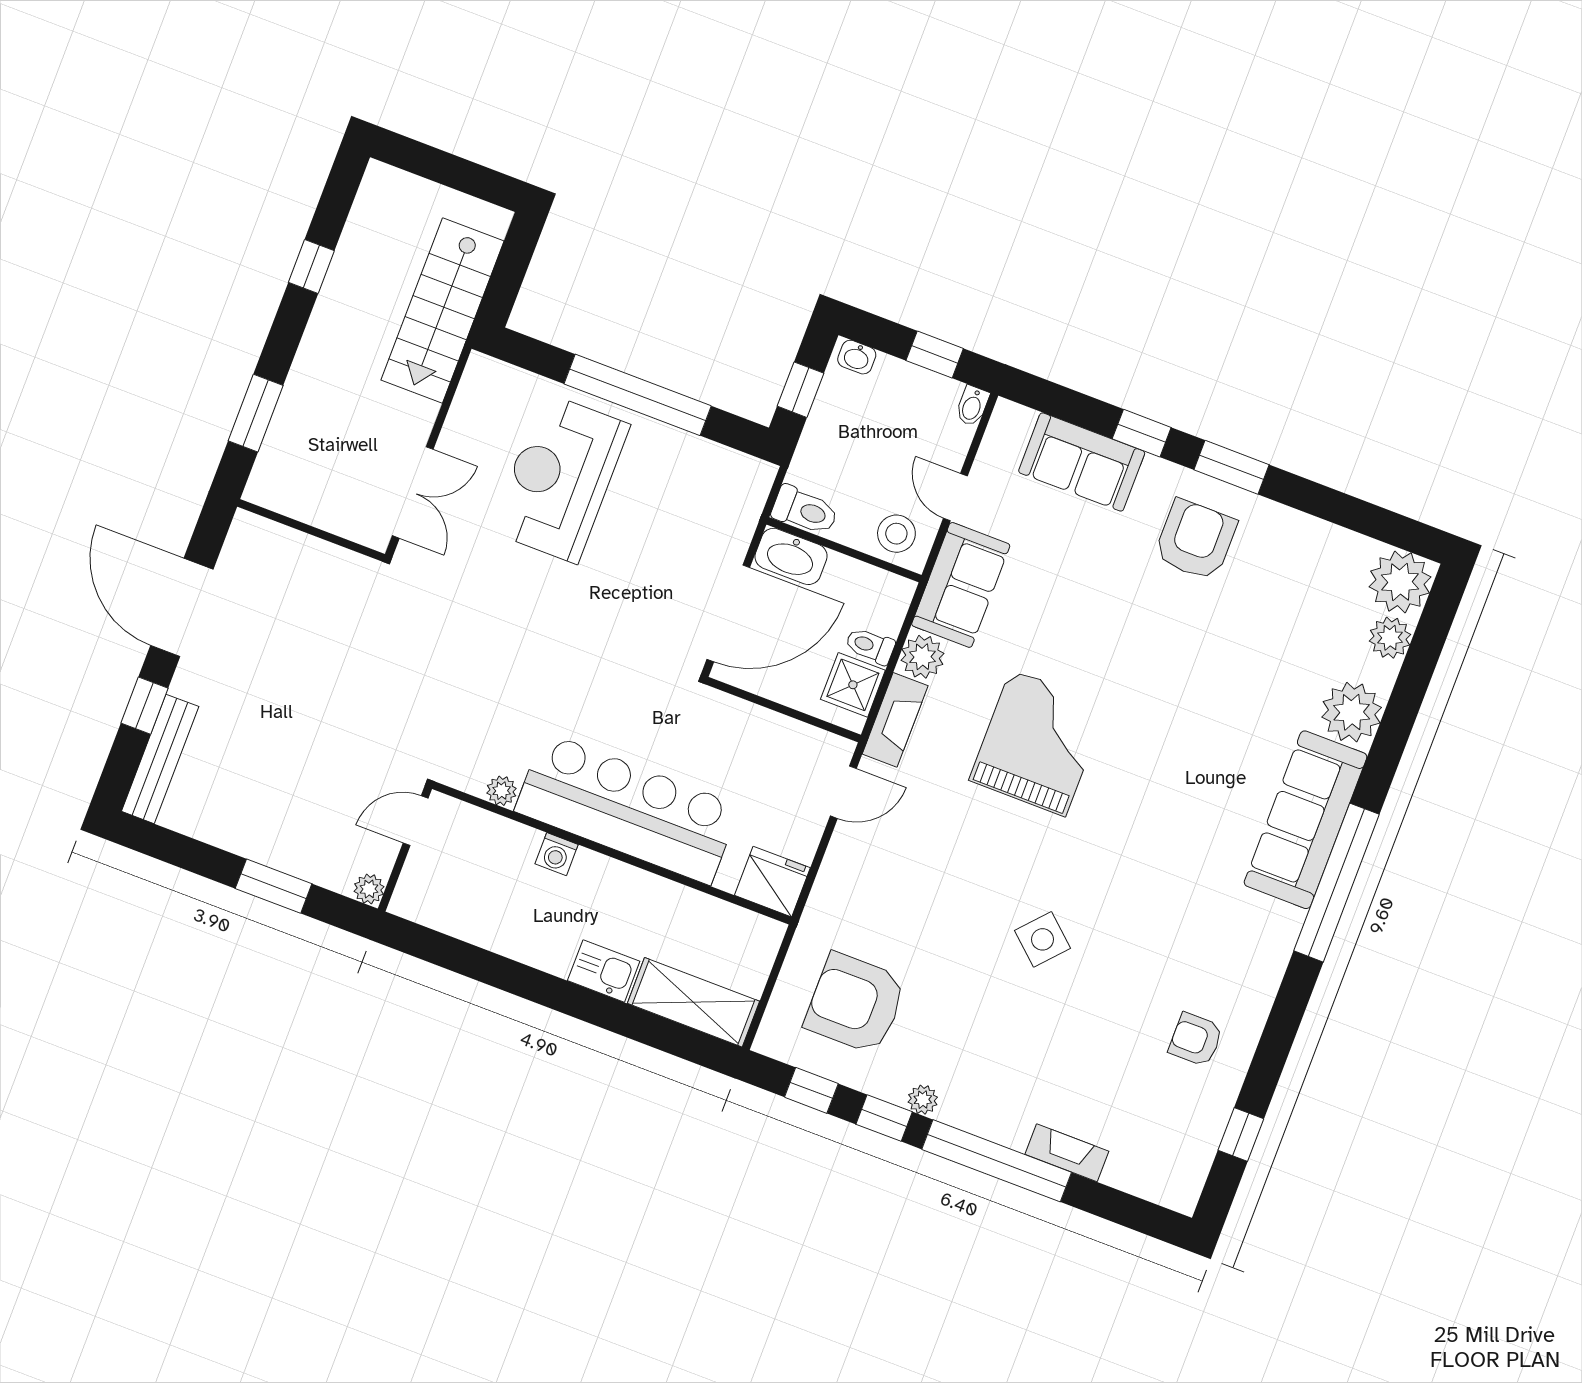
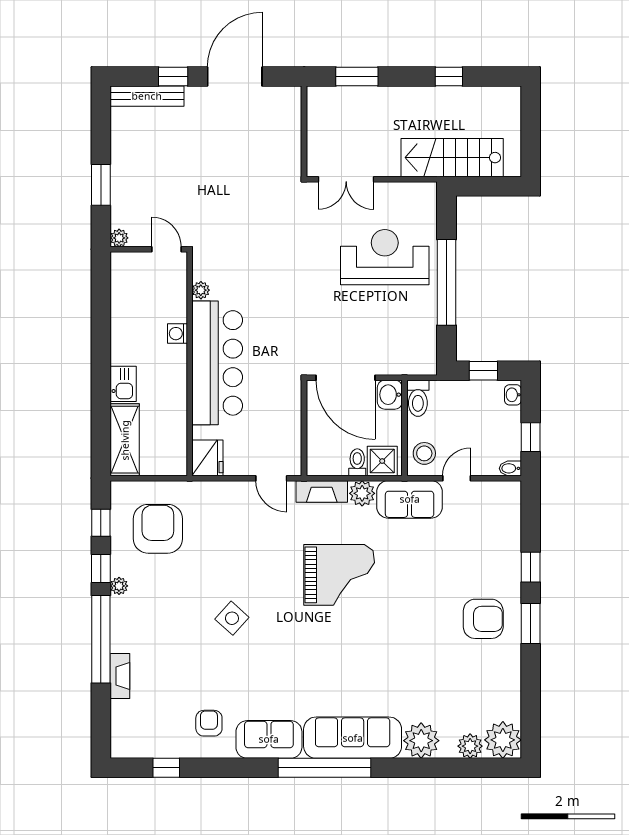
sofa: (1082, 462) -> (269, 739), moved, turned 90
washbasin: (791, 556) -> (390, 395), width x0.72
shower: (853, 685) -> (382, 461), moved

